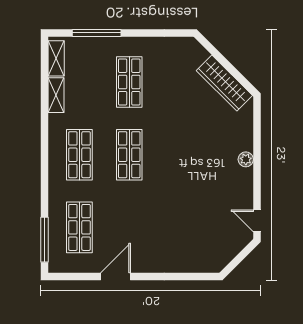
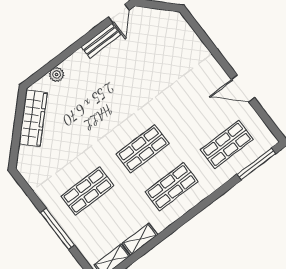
window: (97, 33) -> (57, 229), moved
plant: (246, 159) -> (57, 74), moved
bench: (246, 189) -> (101, 41), added

